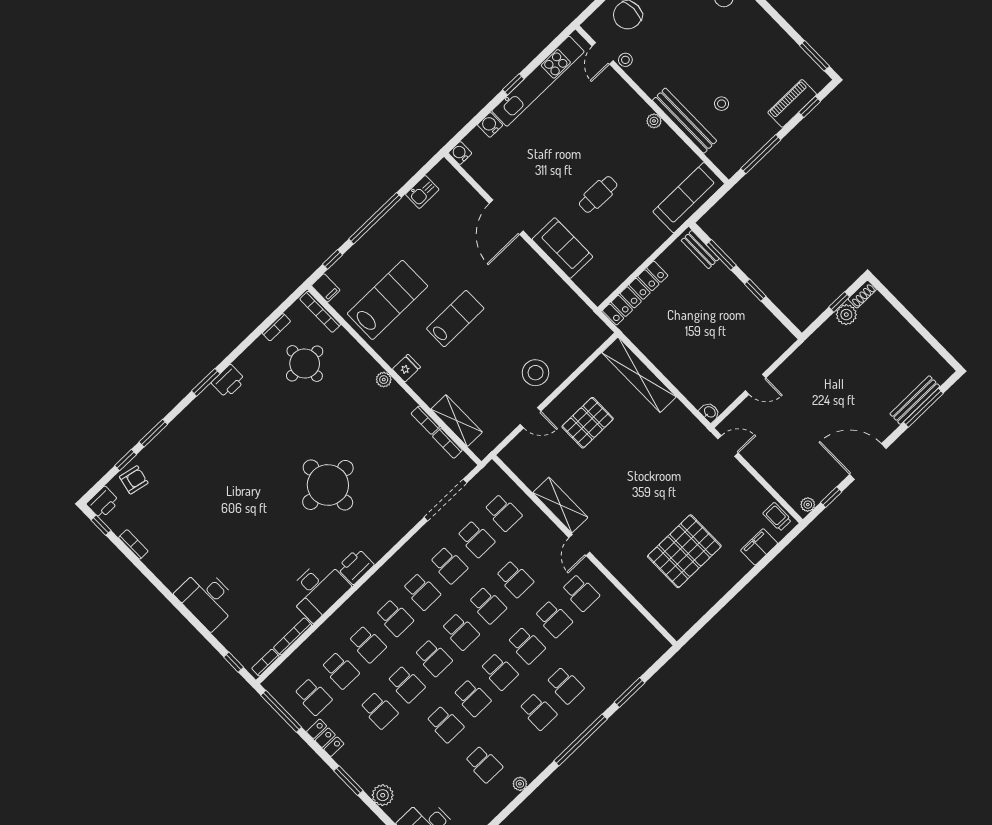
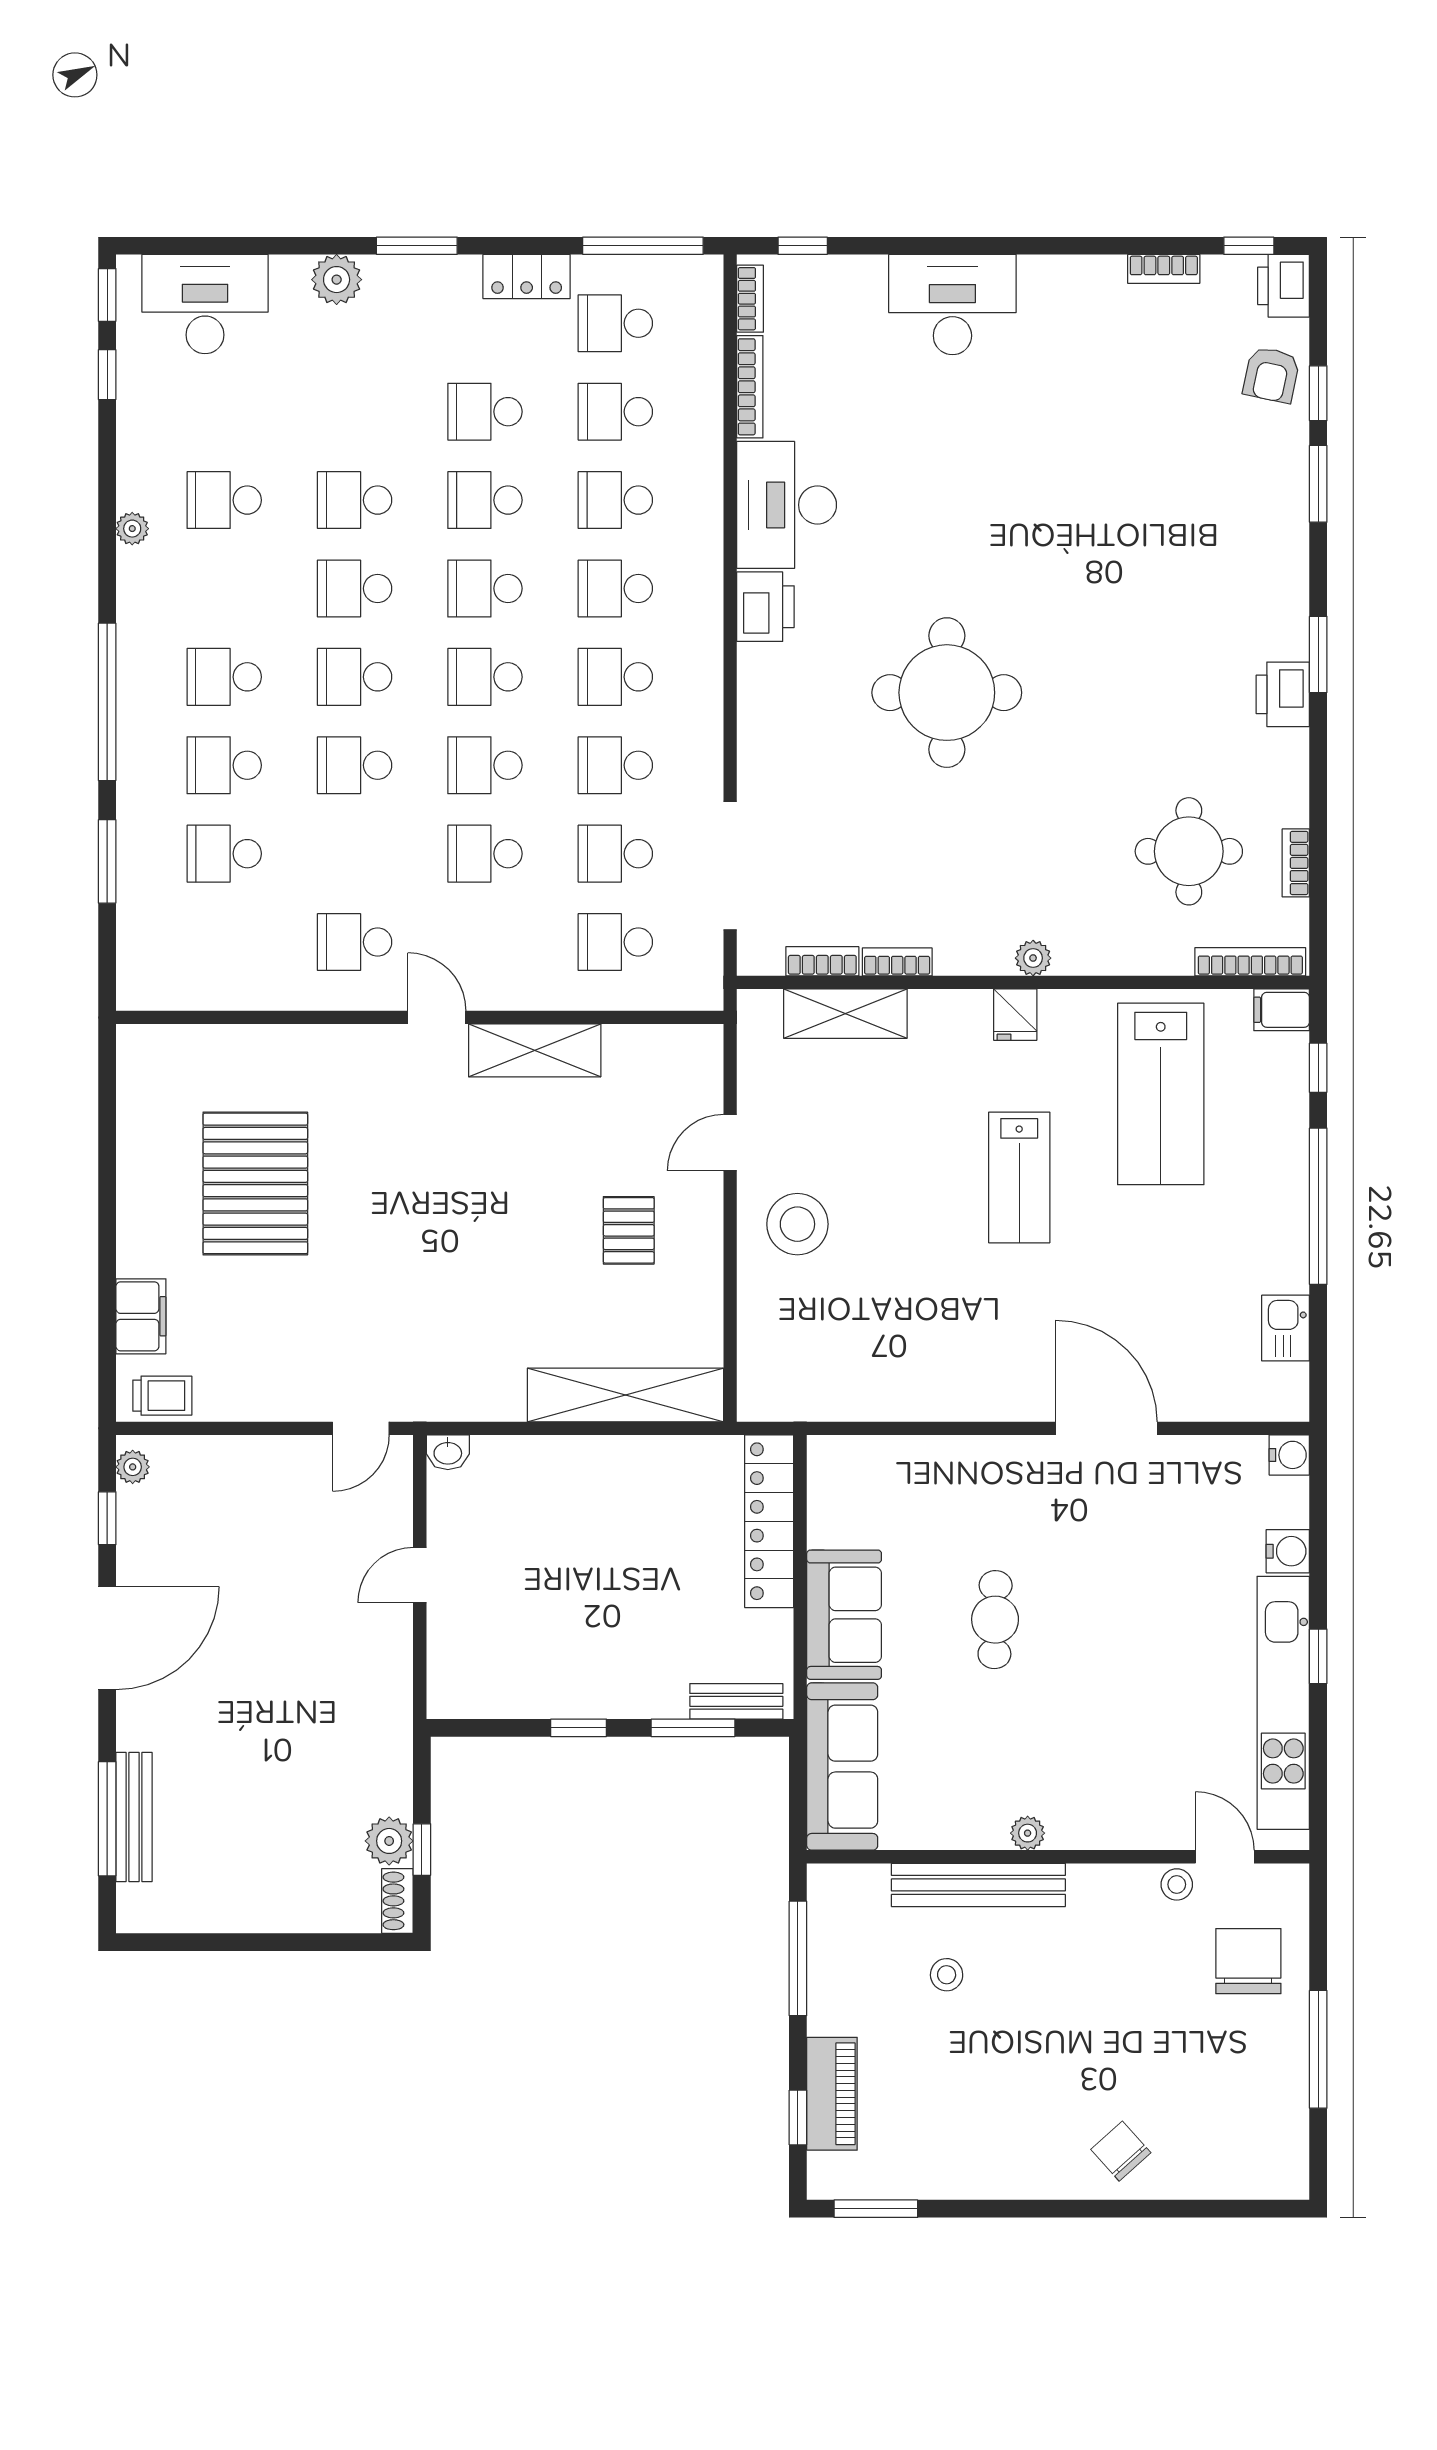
sofa: (562, 248) -> (844, 1615), moved, turned -90
pallet: (588, 423) -> (629, 1230), width x0.67, depth x0.71
school desk: (554, 619) -> (224, 854), moved

